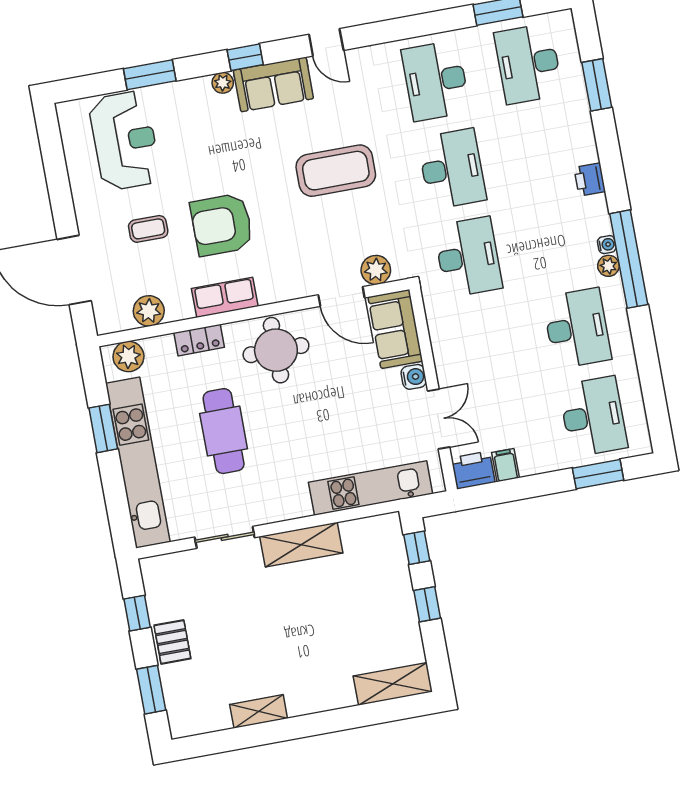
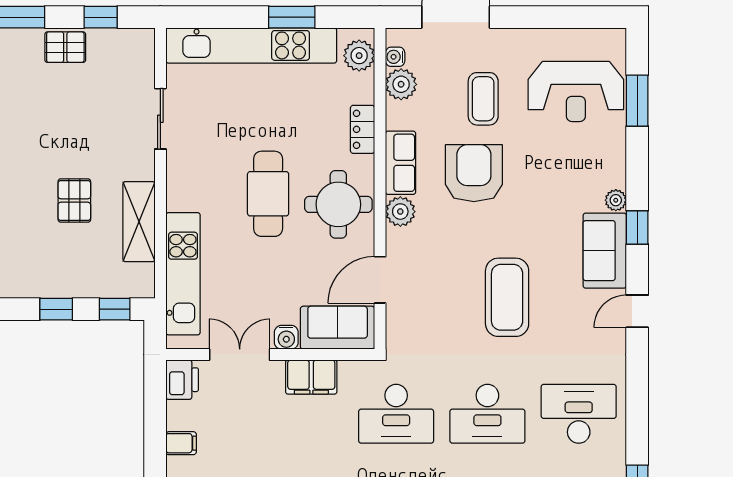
window: (150, 75) -> (637, 101), moved
coffee table: (148, 229) -> (483, 99), width x1.36, depth x1.30
plant: (376, 270) -> (400, 212), moved
water cooler: (123, 321) -> (395, 57), added
filing cabinet: (448, 346) -> (311, 377), added
double door: (439, 419) -> (240, 355), swing flipped
cafe table: (224, 431) -> (268, 194), moved, turned 90
filing cabinet: (505, 465) -> (181, 443), moved
shelving: (301, 545) -> (139, 222), moved
pallet: (319, 606) -> (74, 201), added

